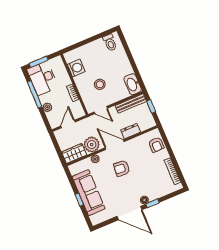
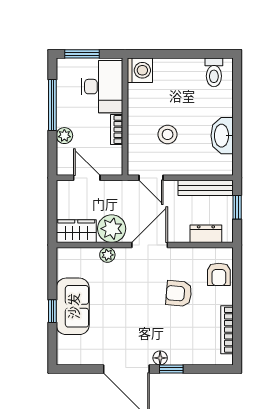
washing machine: (76, 68) -> (140, 70), moved
desk: (43, 78) -> (102, 87), moved, turned 180
washbasin: (133, 84) -> (222, 136), moved
door: (68, 124) -> (87, 178), hinge flipped
dresser: (131, 131) -> (206, 234), moved
door: (115, 145) -> (150, 245), hinge flipped
armchair: (122, 168) -> (179, 294), moved
sofa: (89, 193) -> (73, 306), width x0.73

